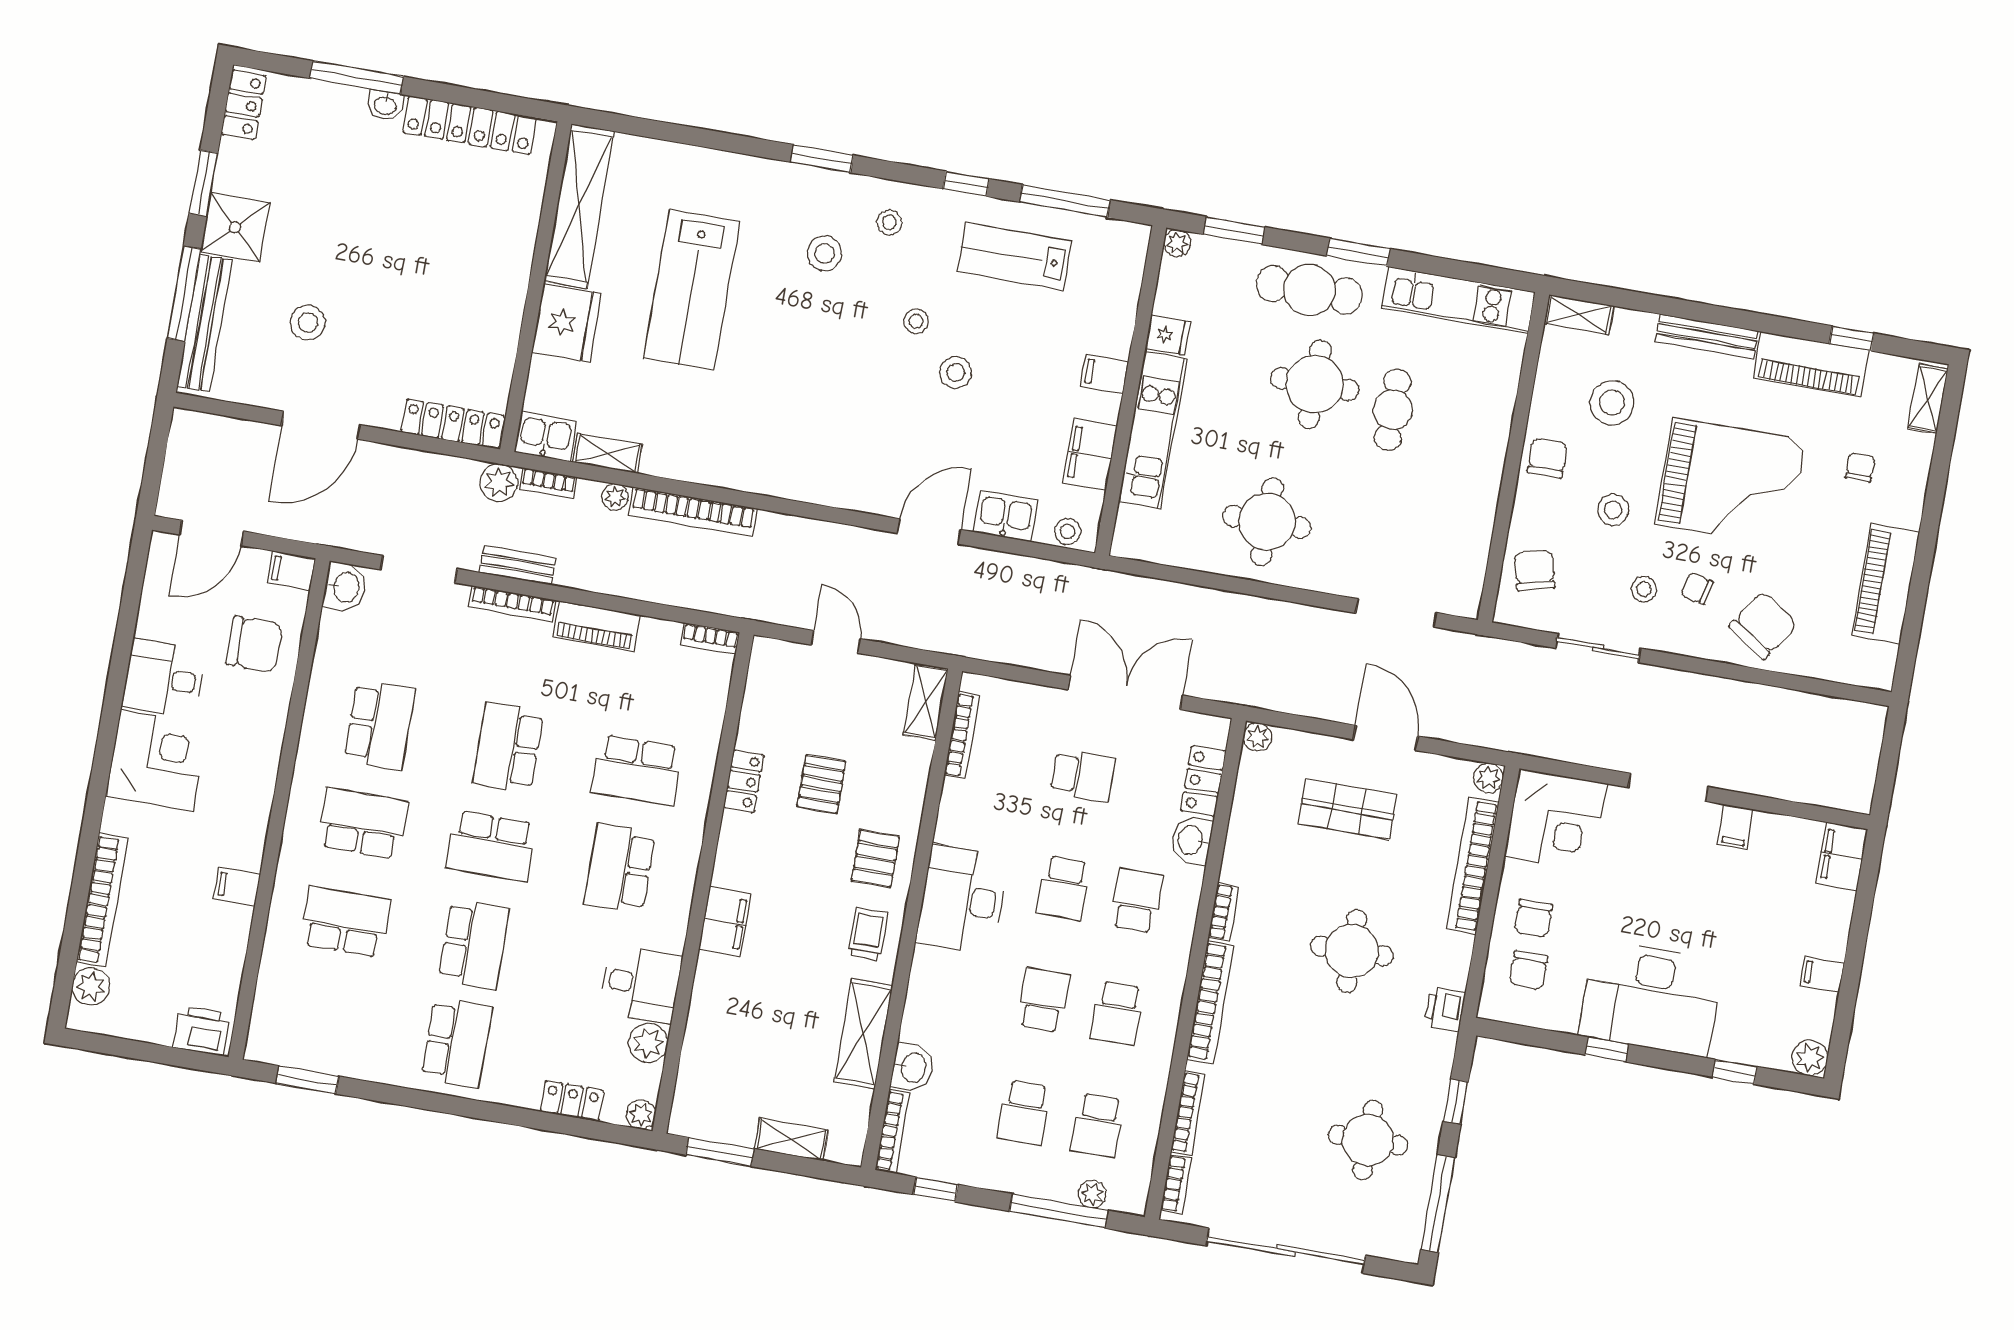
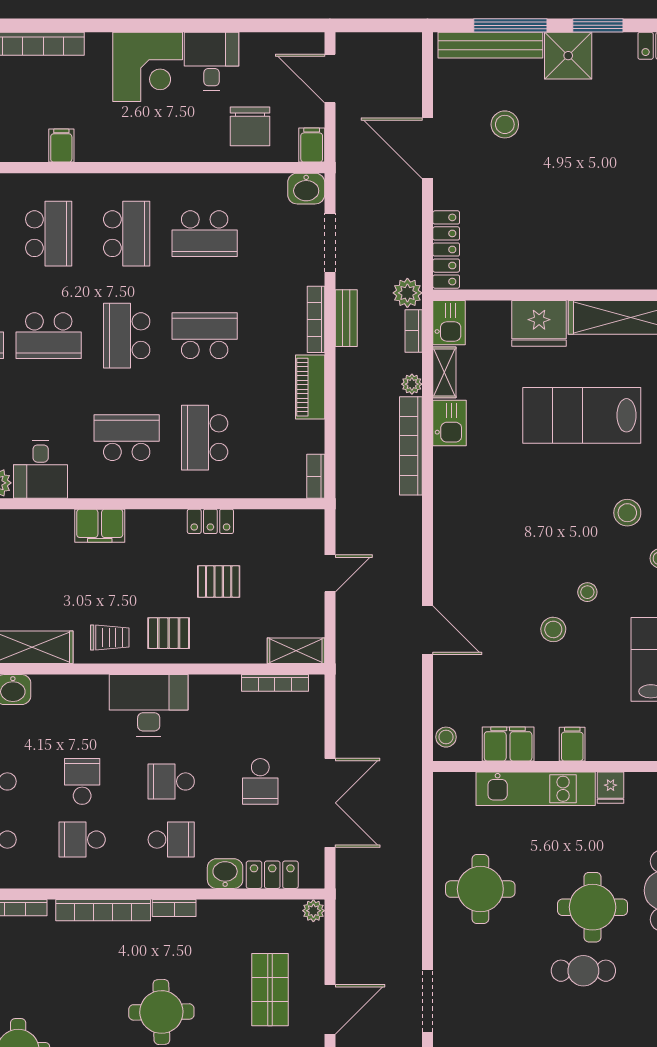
kitchen sink: (1006, 516) -> (449, 423), moved
school desk: (1044, 1000) -> (82, 781), turned -90

